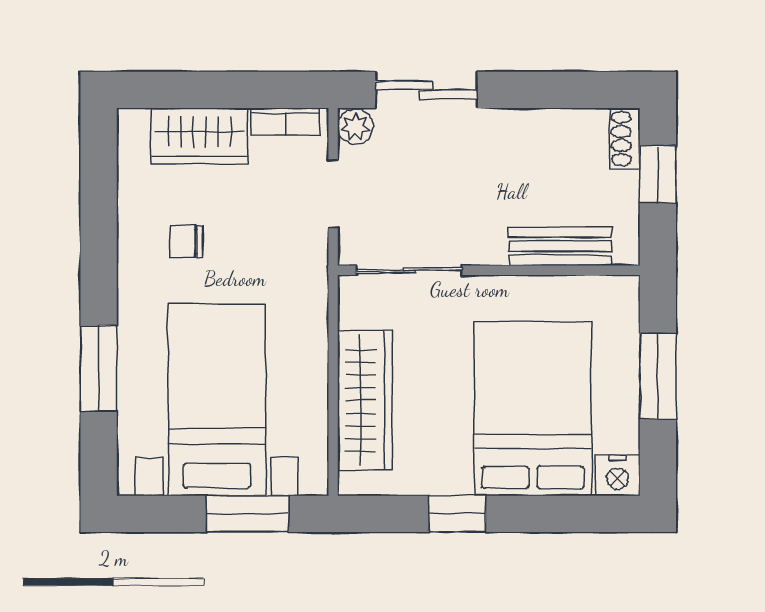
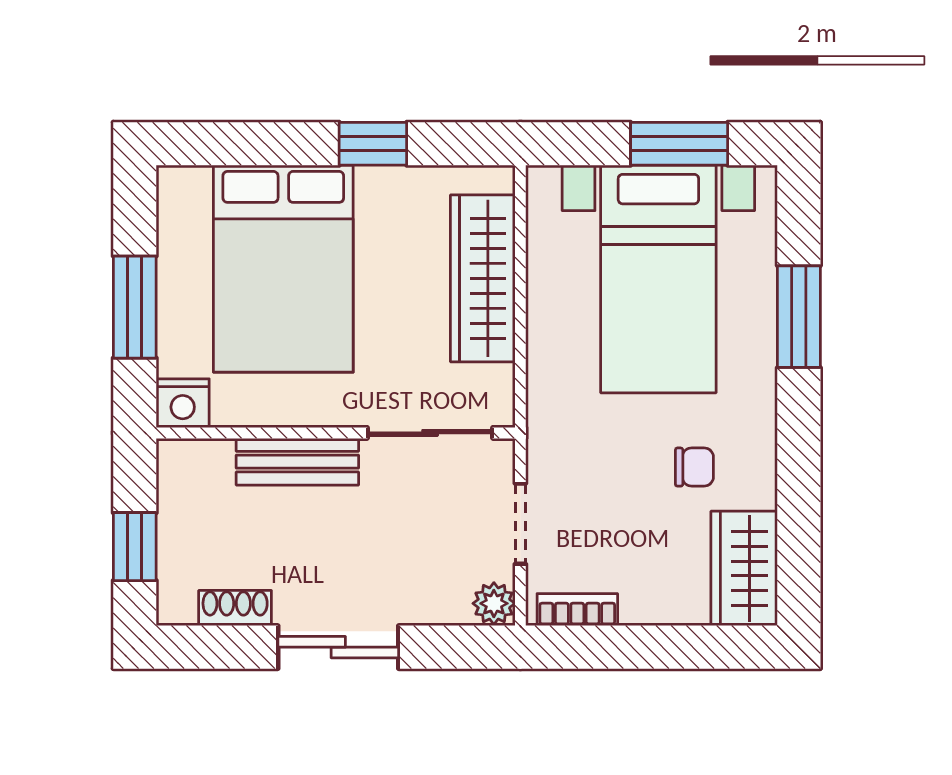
sliding door: (426, 90) -> (338, 647), moved
wardrobe: (200, 136) -> (744, 568), moved, turned -90
shoe rack: (625, 139) -> (235, 608), moved, turned -90
bench: (560, 246) -> (297, 462), moved
nightstand: (618, 475) -> (183, 403), moved, turned 180
window: (247, 514) -> (679, 144), moved

